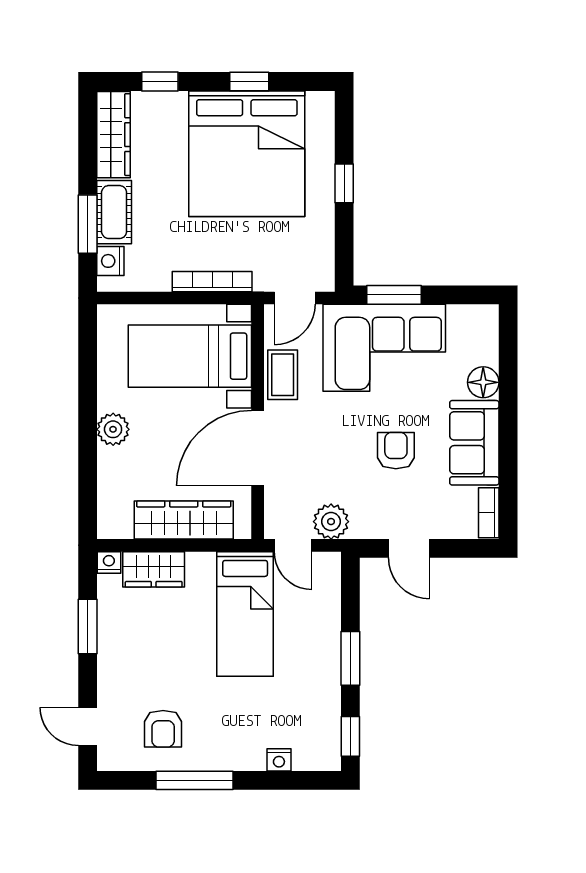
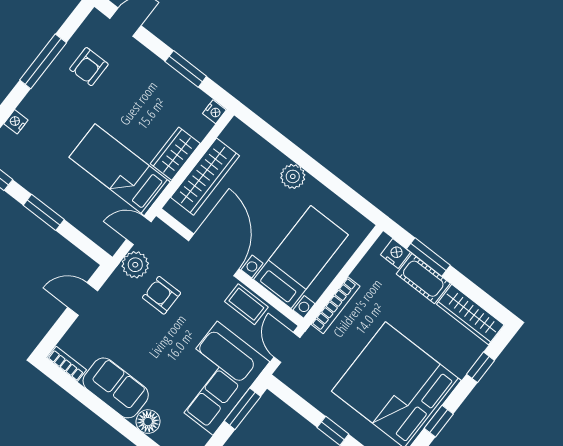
armchair: (396, 451) -> (162, 295), moved, turned 180
wardrobe: (154, 569) -> (175, 154), moved
armchair: (163, 729) -> (89, 67), turned -90

